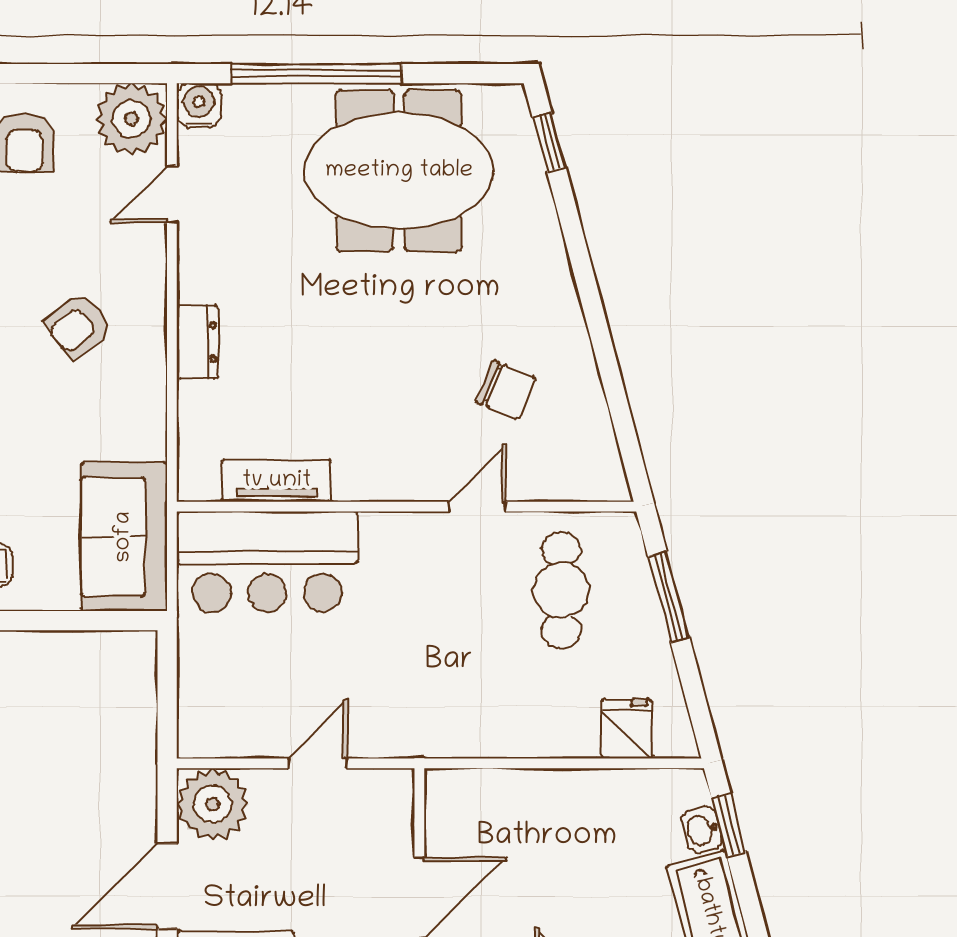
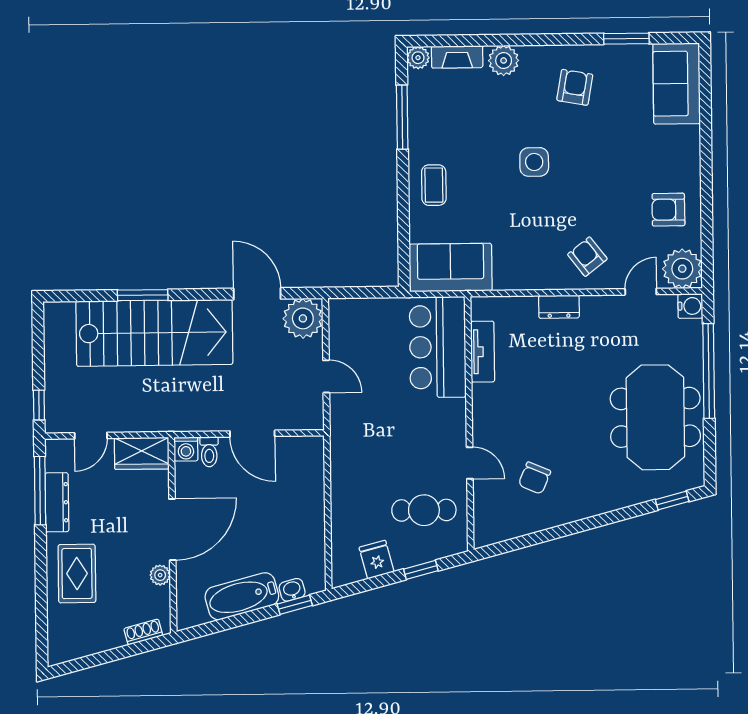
door: (172, 194) -> (641, 292), hinge flipped
armchair: (78, 326) -> (587, 257), moved
window: (669, 597) -> (421, 570), width x0.67
fridge: (626, 729) -> (377, 560), moved, turned -105

